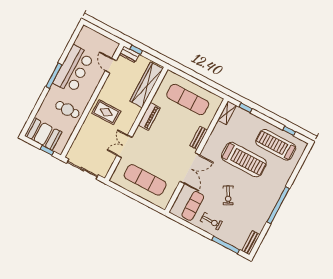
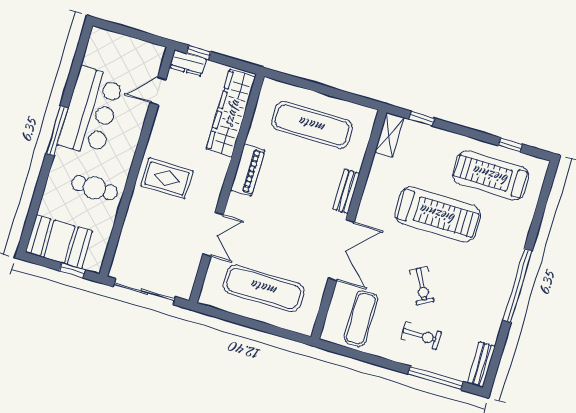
door: (111, 66) -> (158, 91), hinge flipped
double door: (124, 146) -> (213, 234), swing flipped
exercise bike: (211, 221) -> (421, 335), moved

